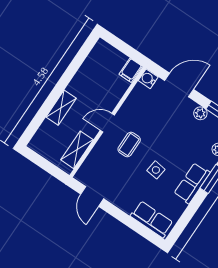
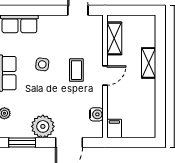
water cooler: (148, 79) -> (96, 114), moved
plant: (200, 113) -> (43, 126), width x1.87, depth x1.87

